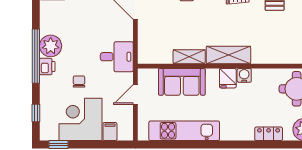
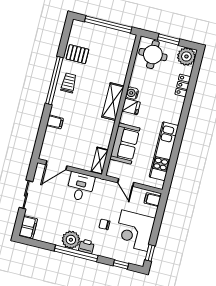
desk: (117, 57) -> (80, 187), moved
shelving: (189, 57) -> (100, 161), moved
filing cabinet: (110, 132) -> (152, 200), moved

